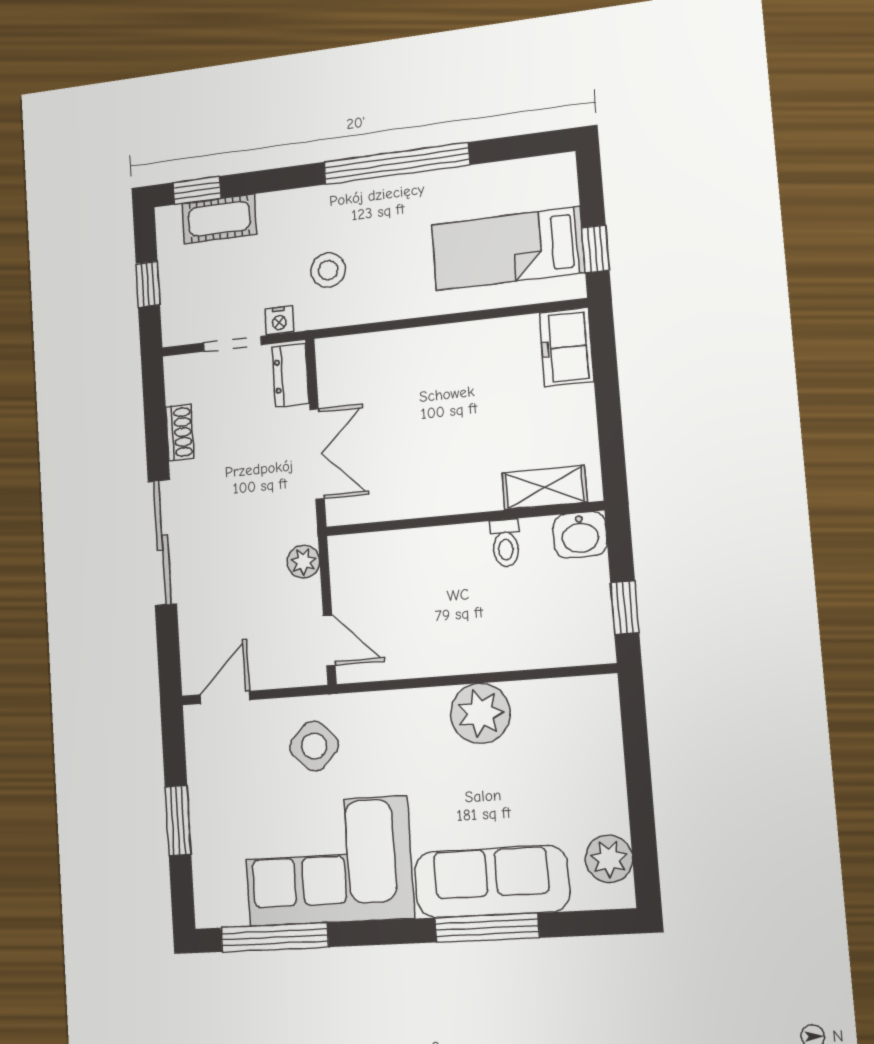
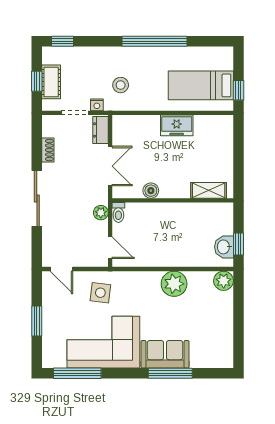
cot: (219, 219) -> (51, 82), moved, turned 90
freezer: (567, 347) -> (177, 125), moved, turned -90
boiler: (412, 501) -> (151, 191), added
washbasin: (580, 535) -> (224, 247), moved, turned 90
toilet: (506, 543) -> (118, 212), moved
door: (225, 697) -> (61, 269), swing flipped
side table: (314, 746) -> (100, 293), turned -37
plant: (609, 859) -> (224, 281), moved
sofa: (492, 881) -> (165, 354), width x0.73

